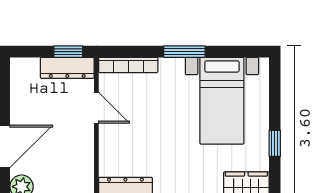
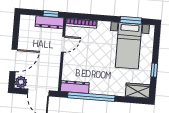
window: (184, 52) -> (131, 20), moved
door: (96, 108) -> (63, 44), hinge flipped

